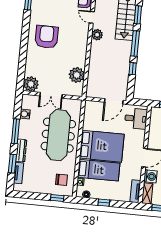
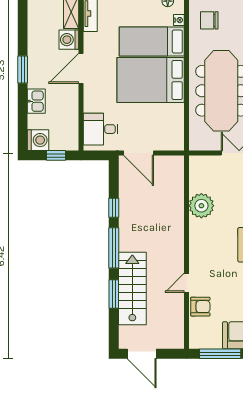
door: (92, 17) -> (187, 283), swing flipped
plant: (97, 35) -> (175, 256), removed
plant: (77, 75) -> (201, 206), moved
door: (114, 101) -> (139, 153), swing flipped

